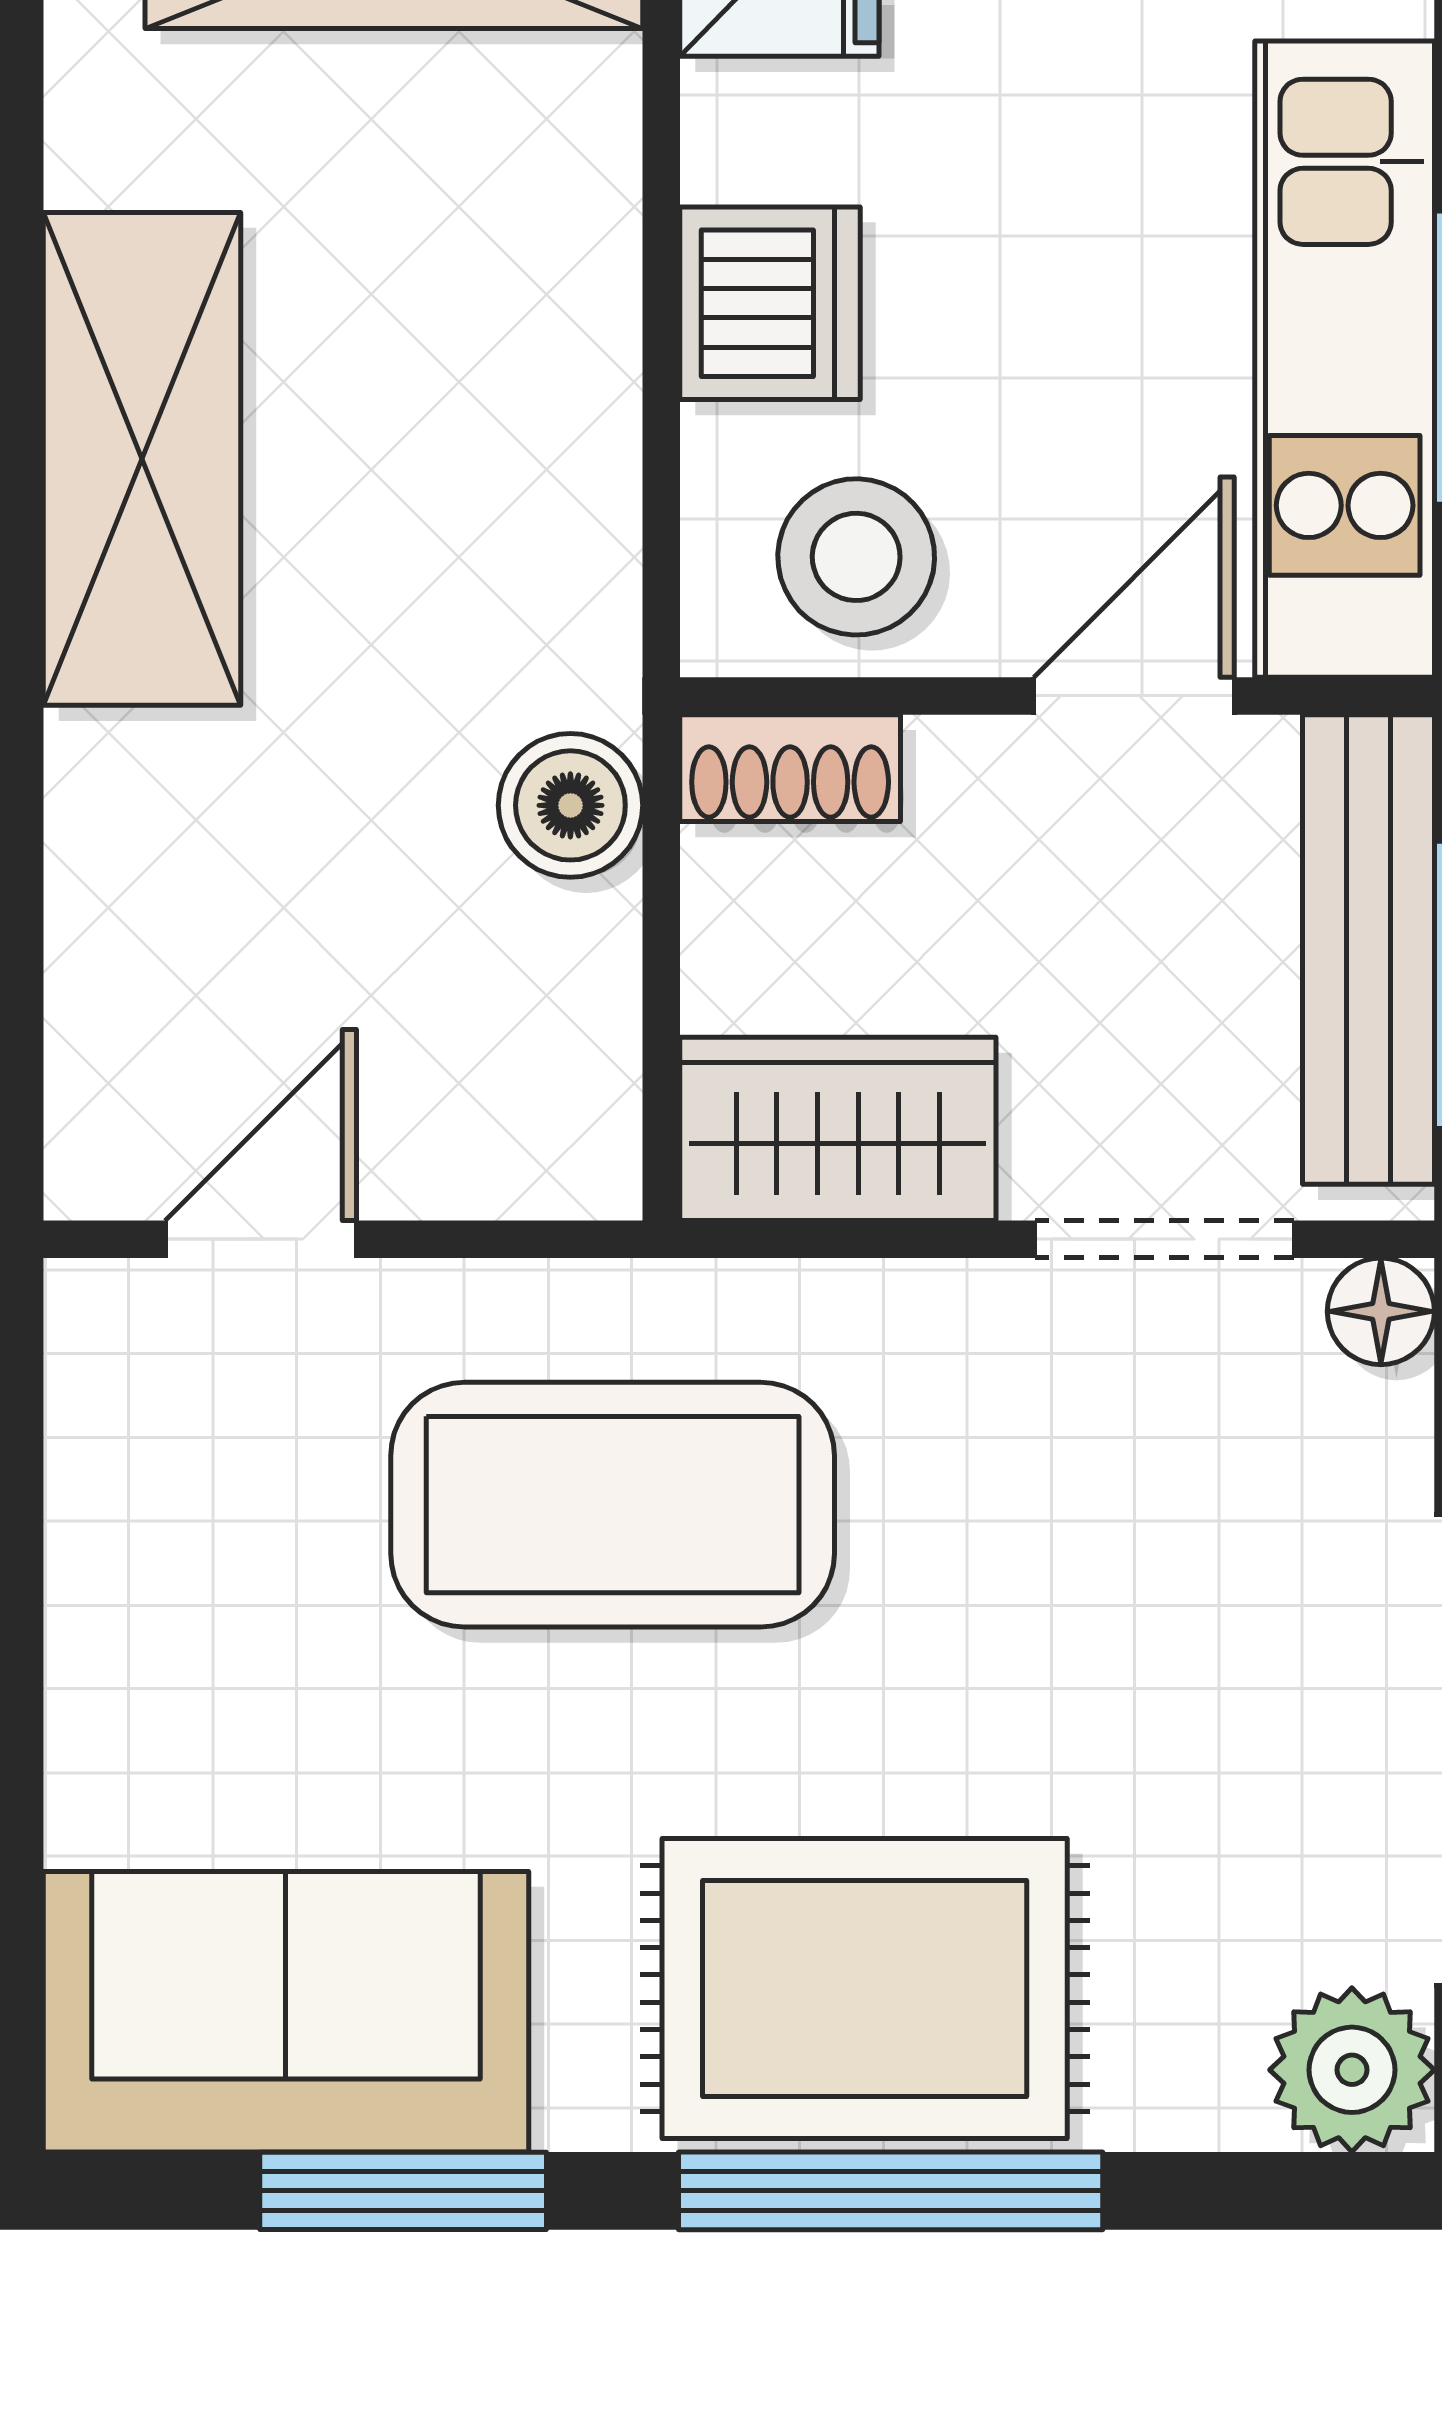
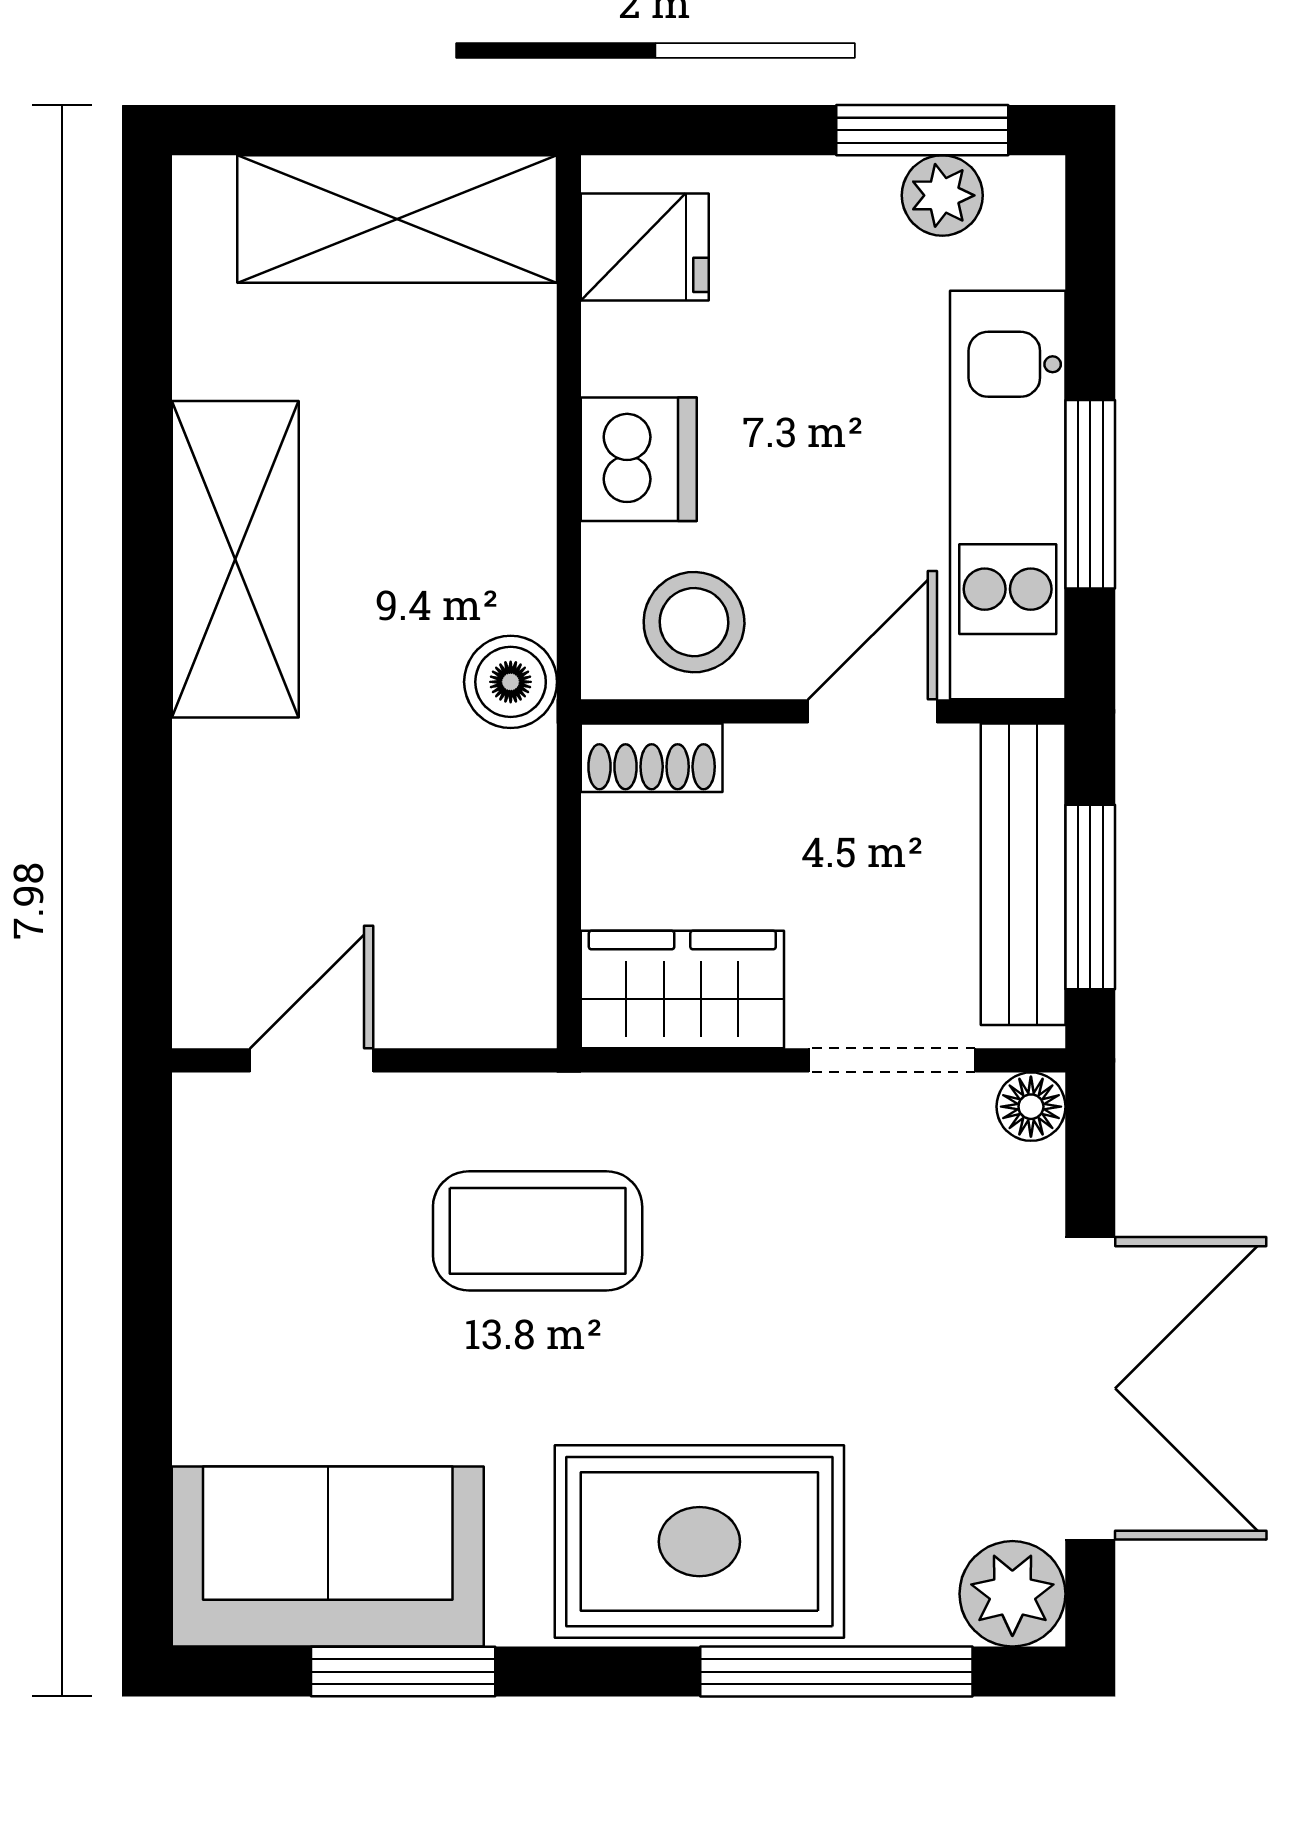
boiler: (570, 805) -> (511, 682), moved
coffee table: (613, 1505) -> (538, 1231), width x0.73, depth x0.76
window: (891, 2191) -> (836, 1672), moved

